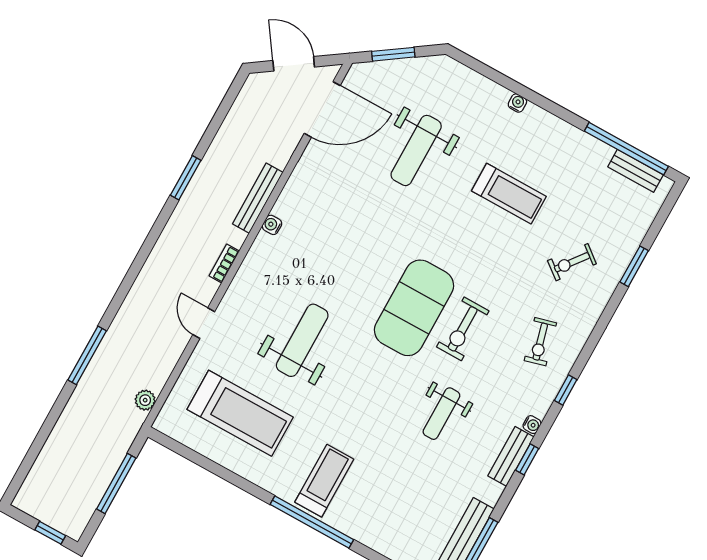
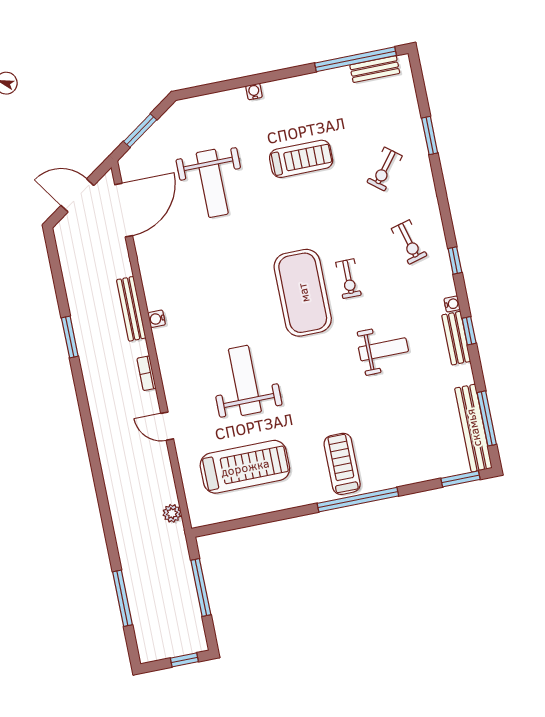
exercise bike: (463, 329) -> (348, 279), width x0.73, depth x0.72
window: (87, 355) -> (122, 598), moved
weight bench: (441, 414) -> (383, 349), turned -90

